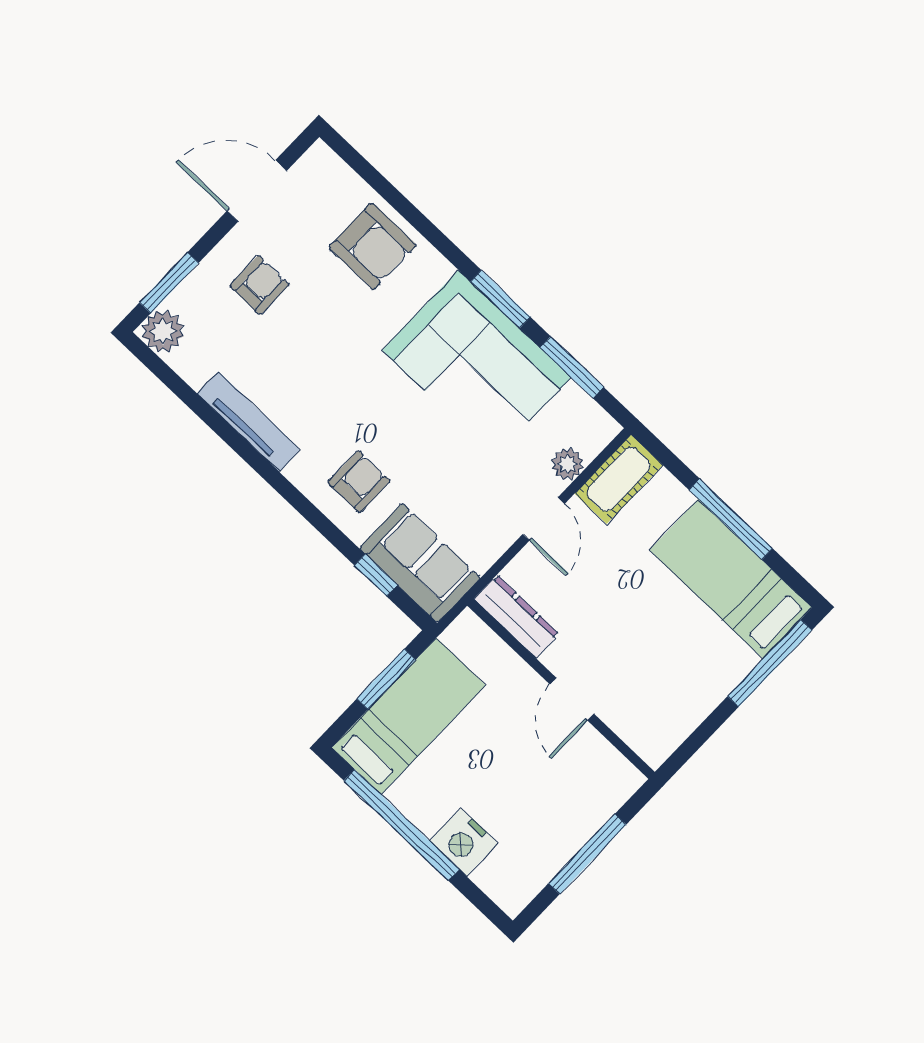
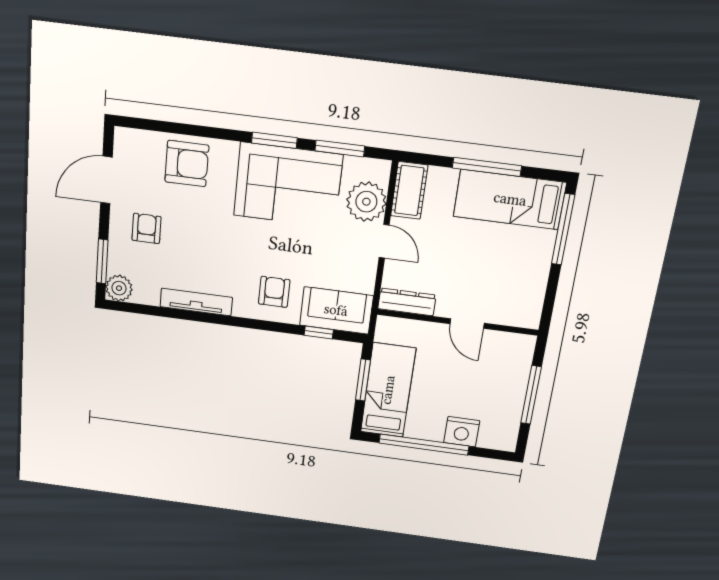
plant: (567, 464) -> (366, 202), width x1.88, depth x1.88

